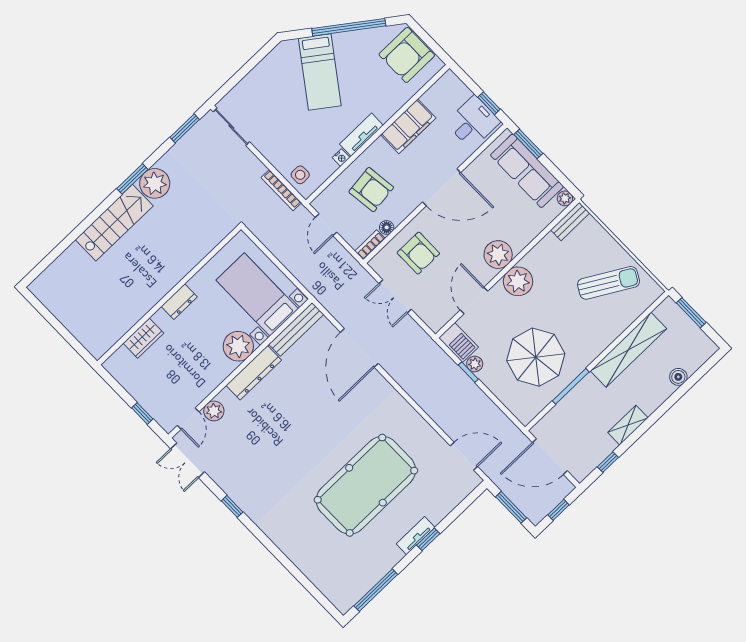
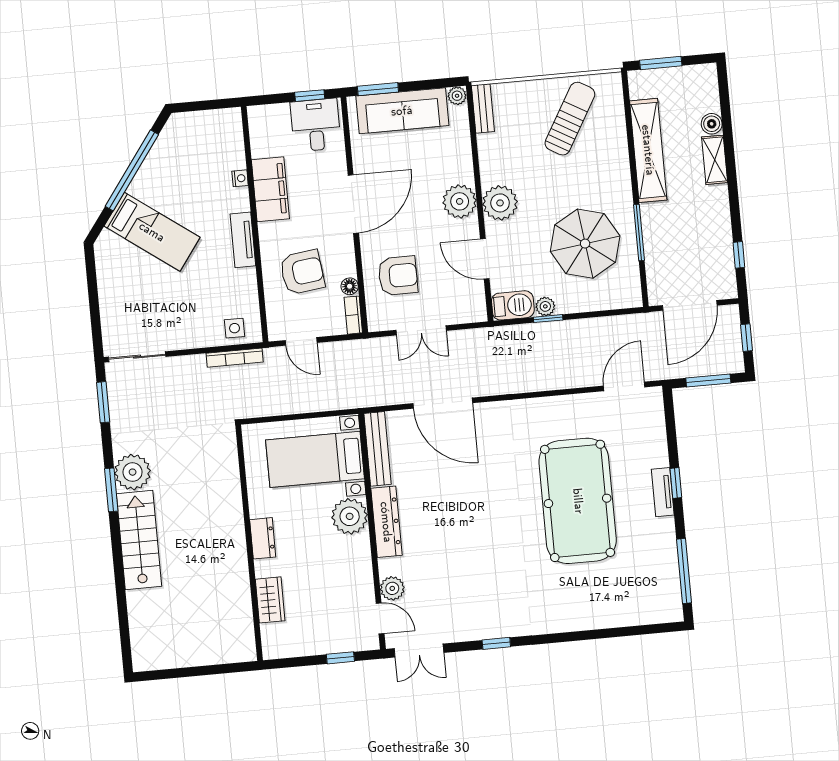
armchair: (407, 55) -> (202, 137), removed
nightstand: (341, 158) -> (240, 178), moved
shelving: (628, 425) -> (715, 160), moved

